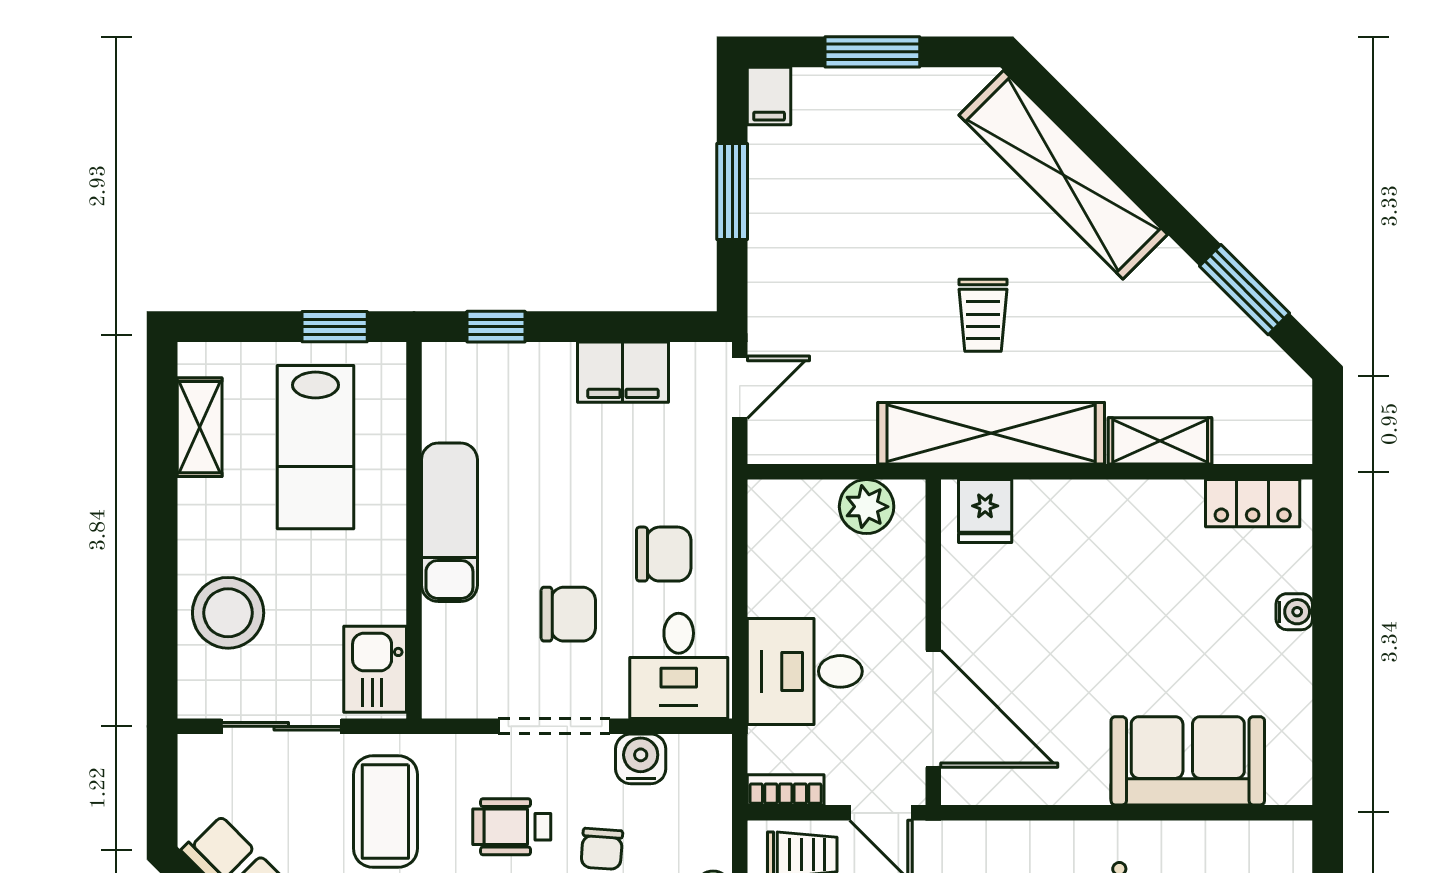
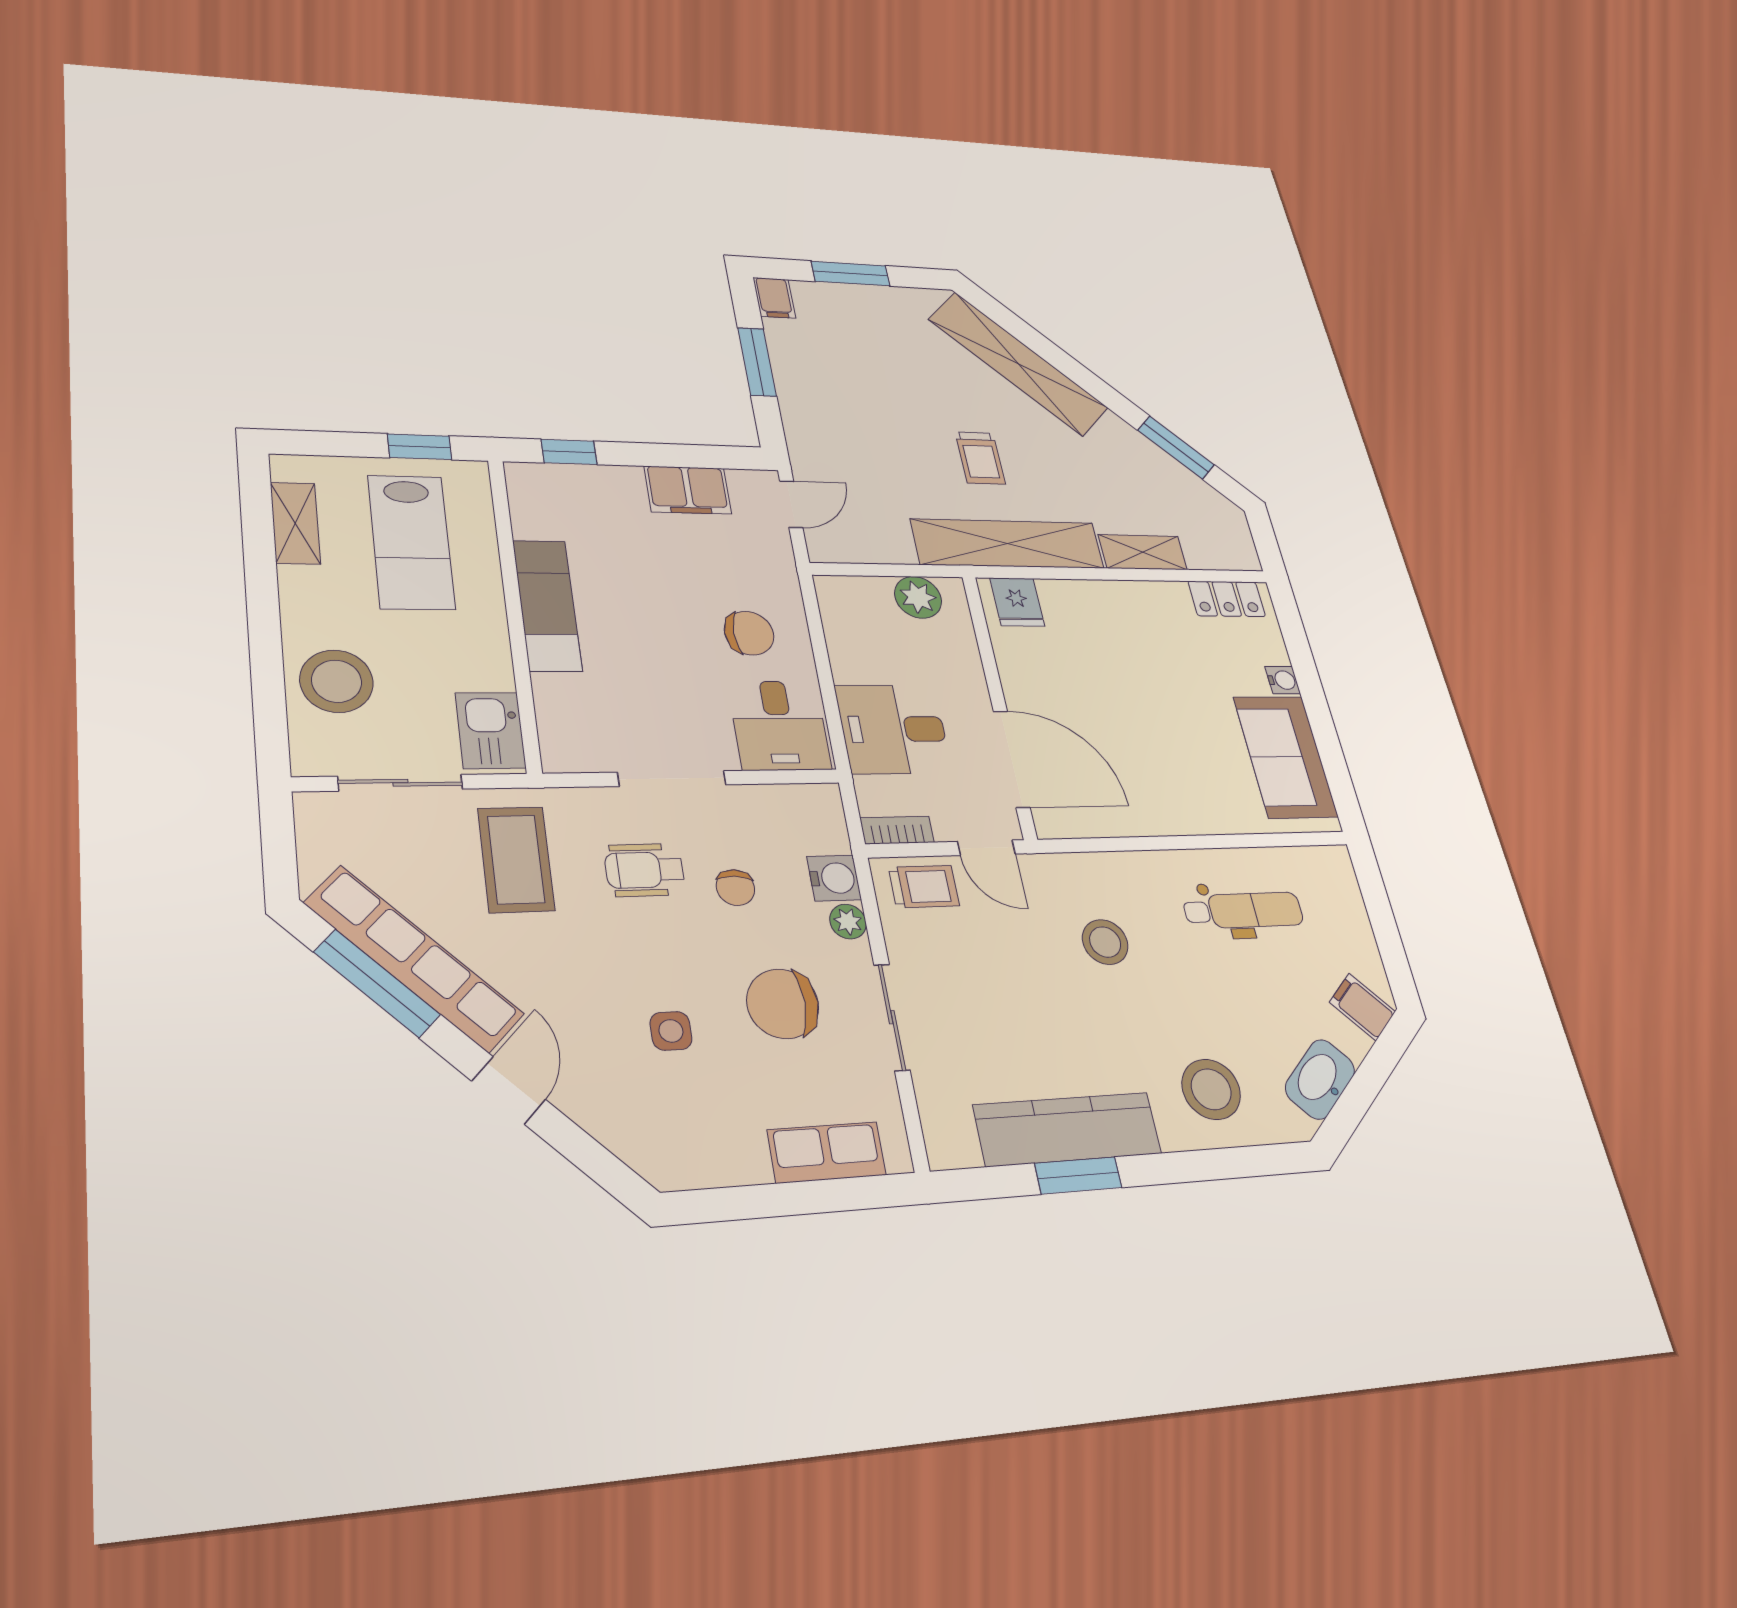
chair: (568, 614) -> (670, 682), removed
water cooler: (641, 759) -> (834, 878), moved, turned 90
sofa: (1188, 761) -> (1285, 757), moved, turned -90

